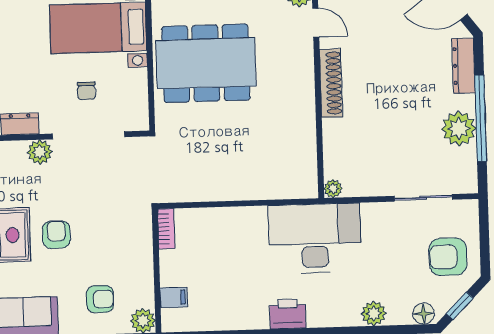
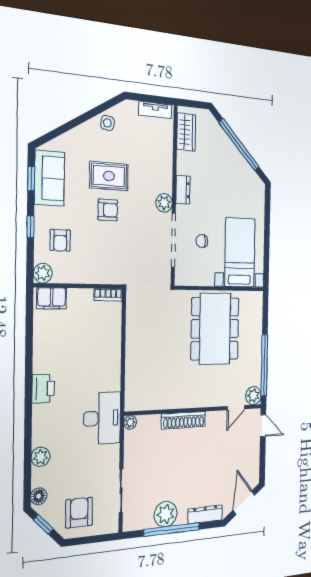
shoe rack: (331, 83) -> (184, 420), moved
desk: (315, 238) -> (102, 418), width x0.73, depth x0.77
filing cabinet: (174, 297) -> (52, 298), width x2.00

